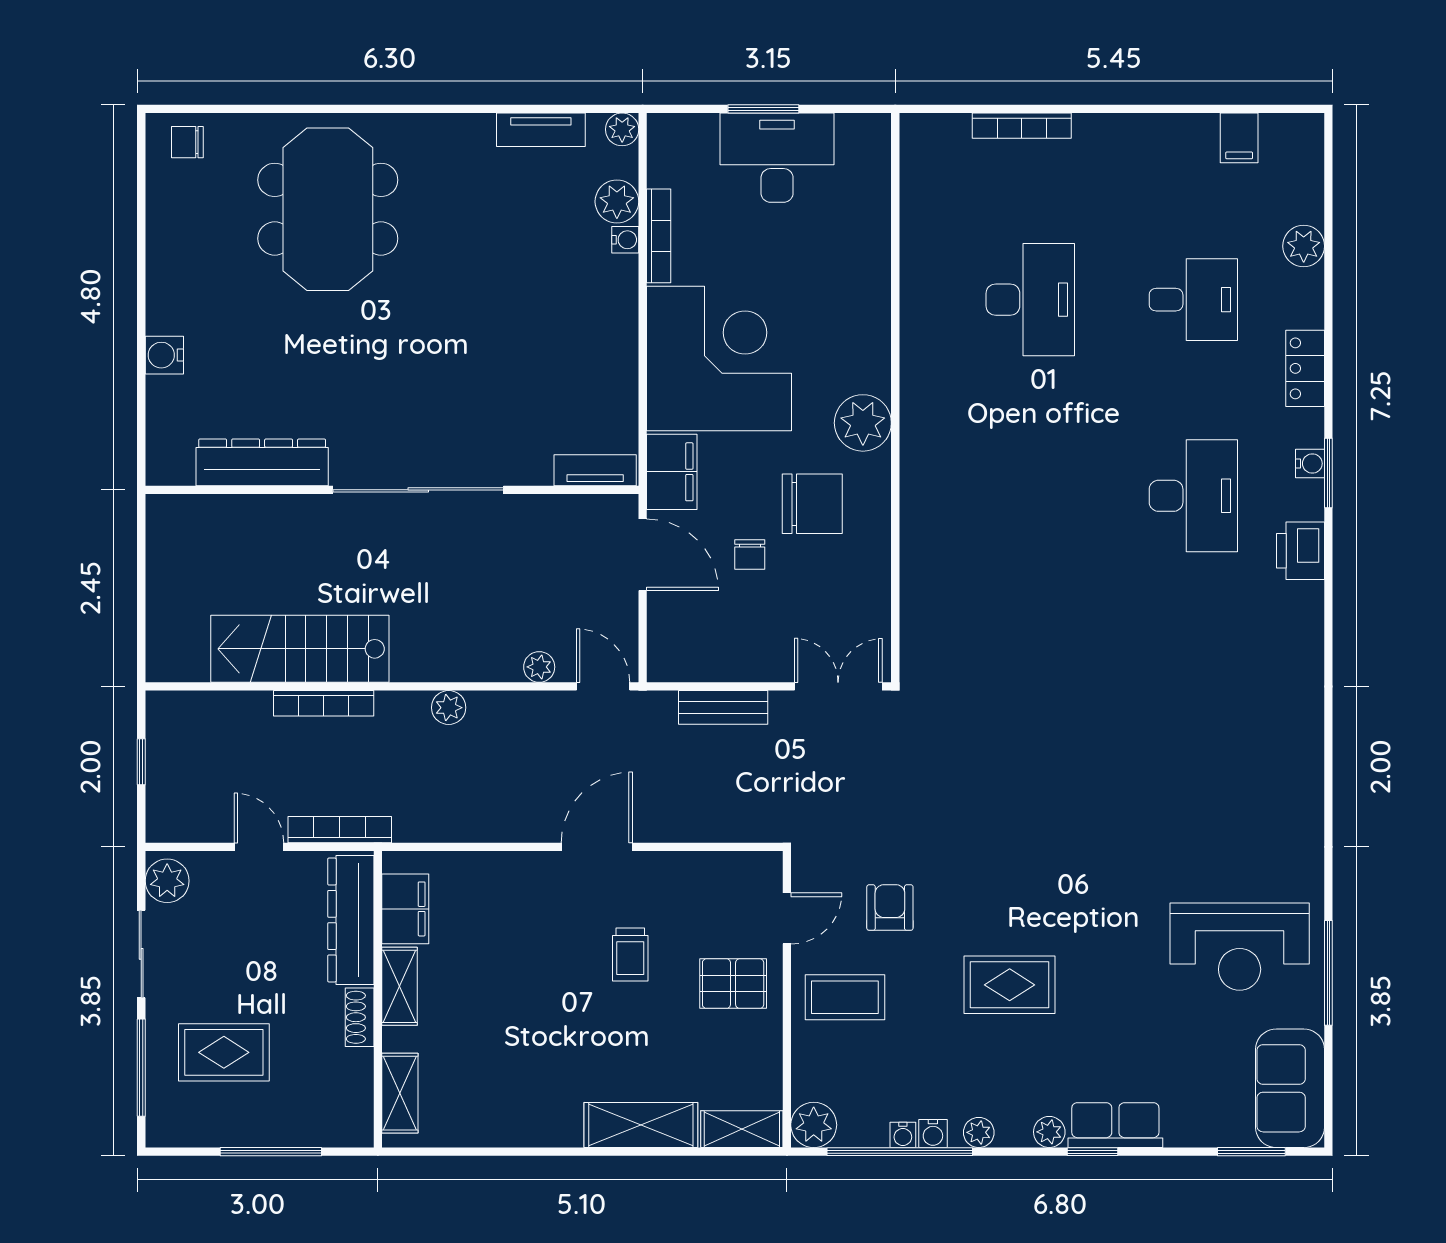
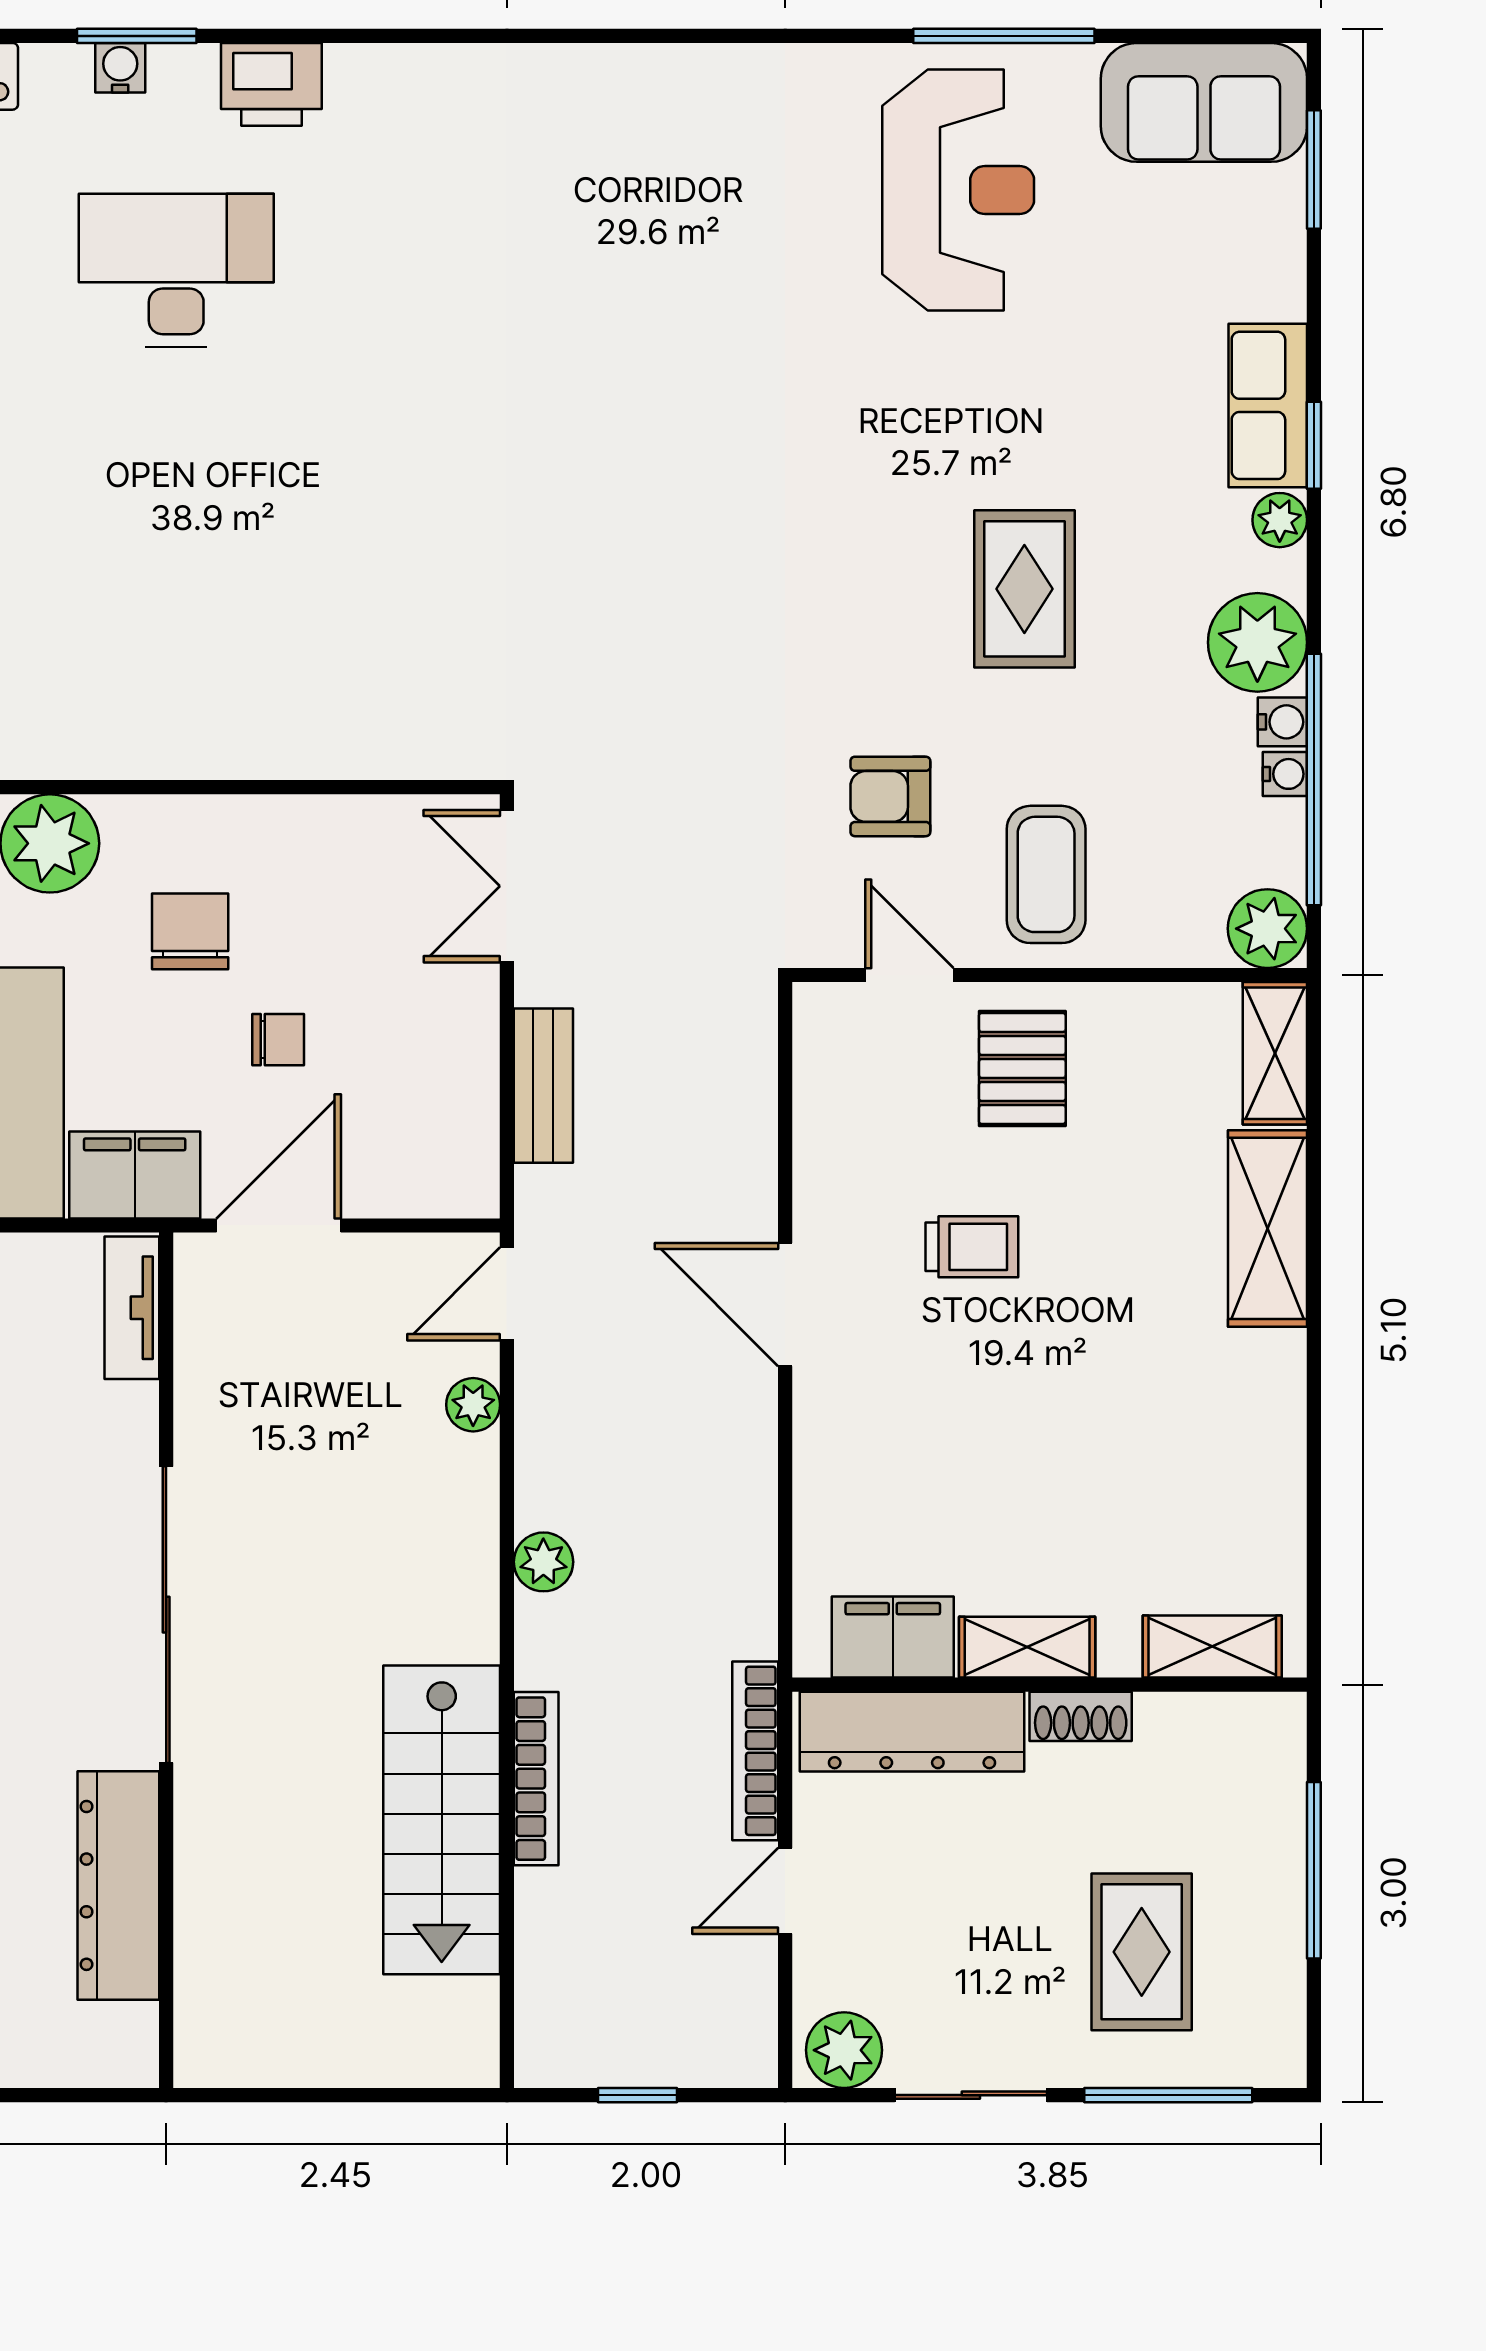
chair: (812, 504) -> (190, 931), width x0.73, depth x0.73
plant: (979, 1132) -> (1257, 642), width x1.87, depth x1.87

